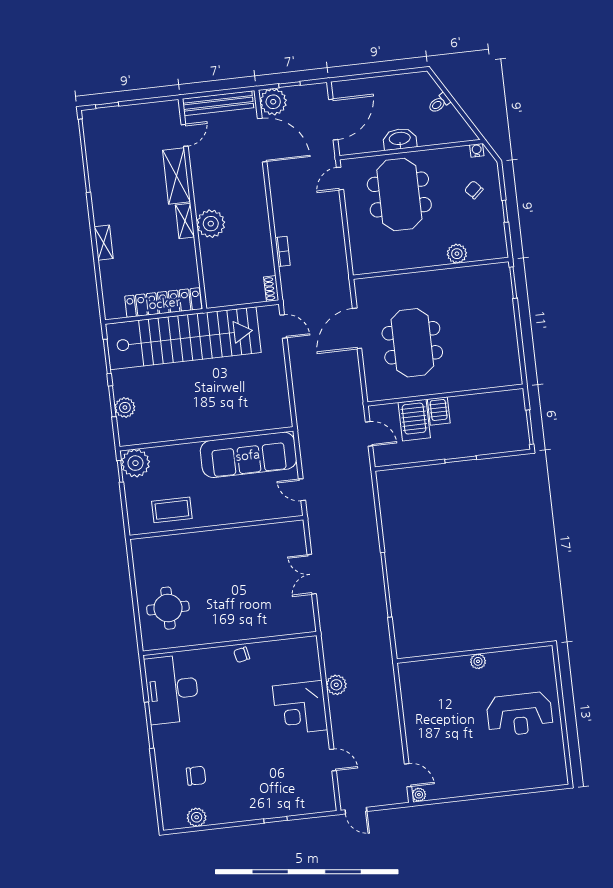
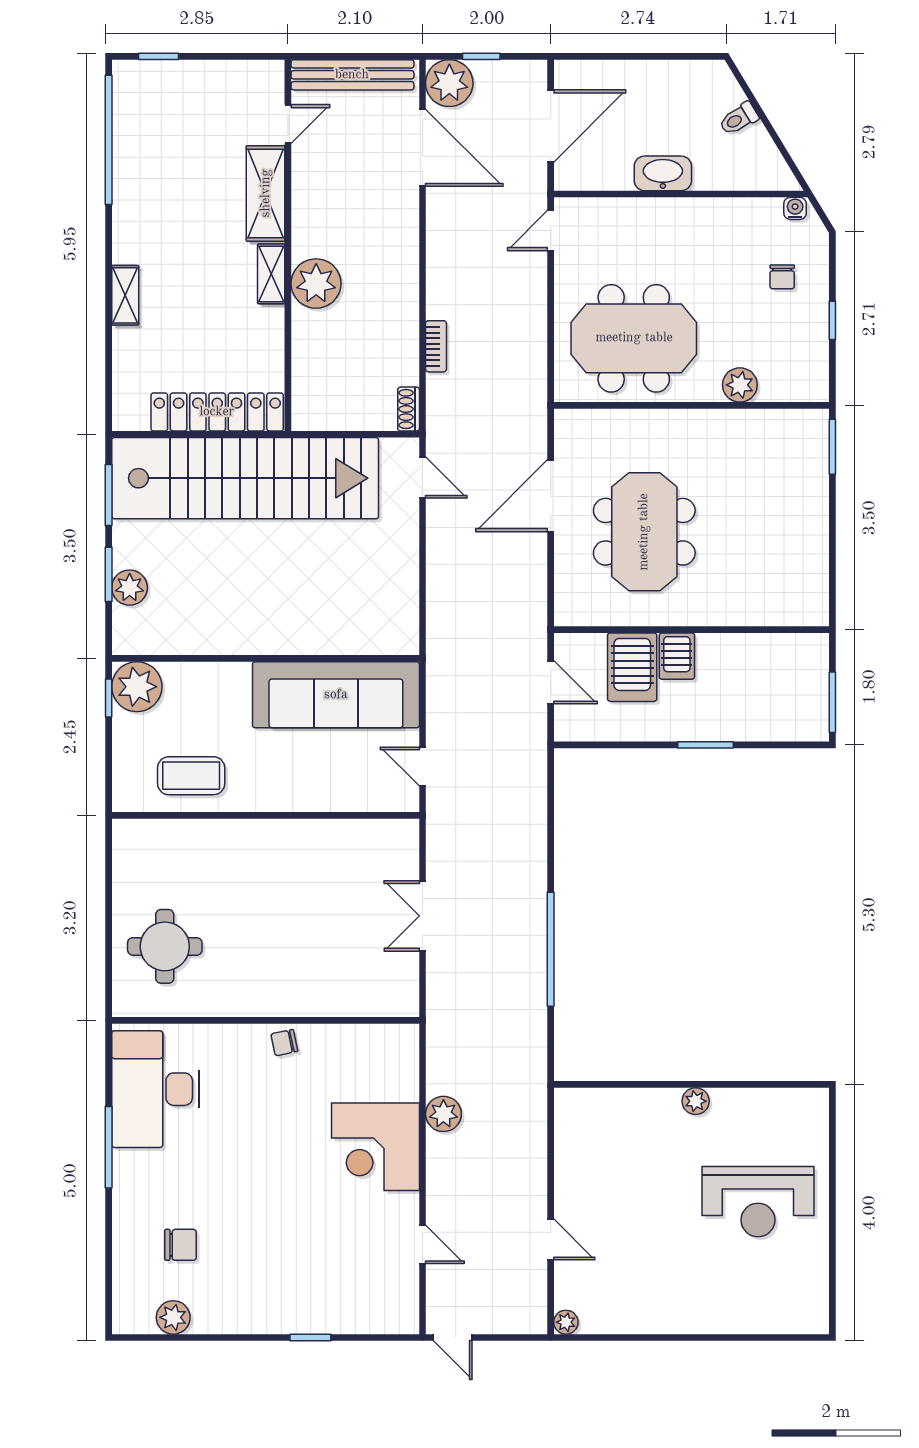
chair: (474, 190) -> (782, 277), turned -138
meeting table: (399, 195) -> (634, 338), moved, turned 90
door: (408, 775) -> (551, 1239), moved

